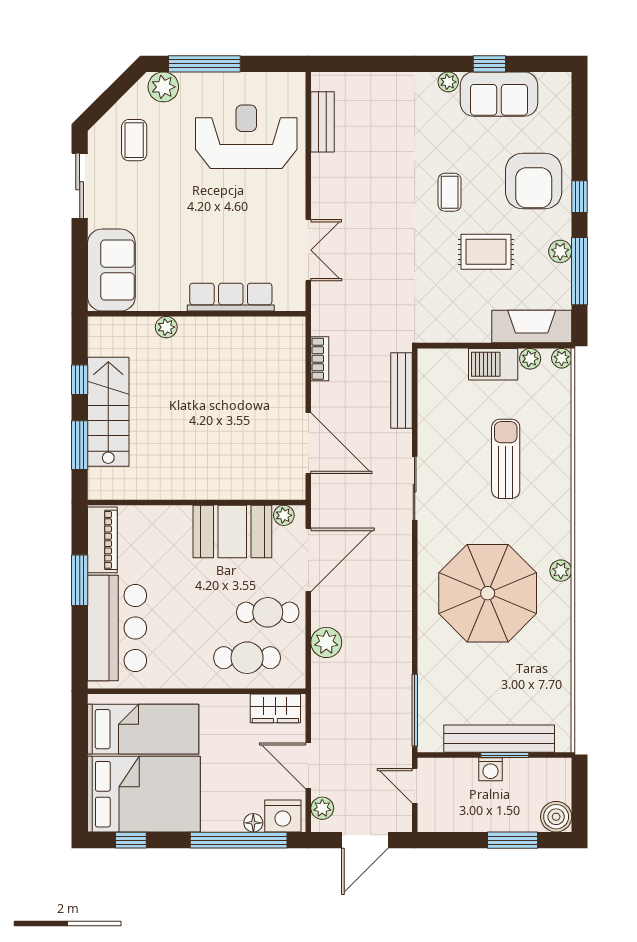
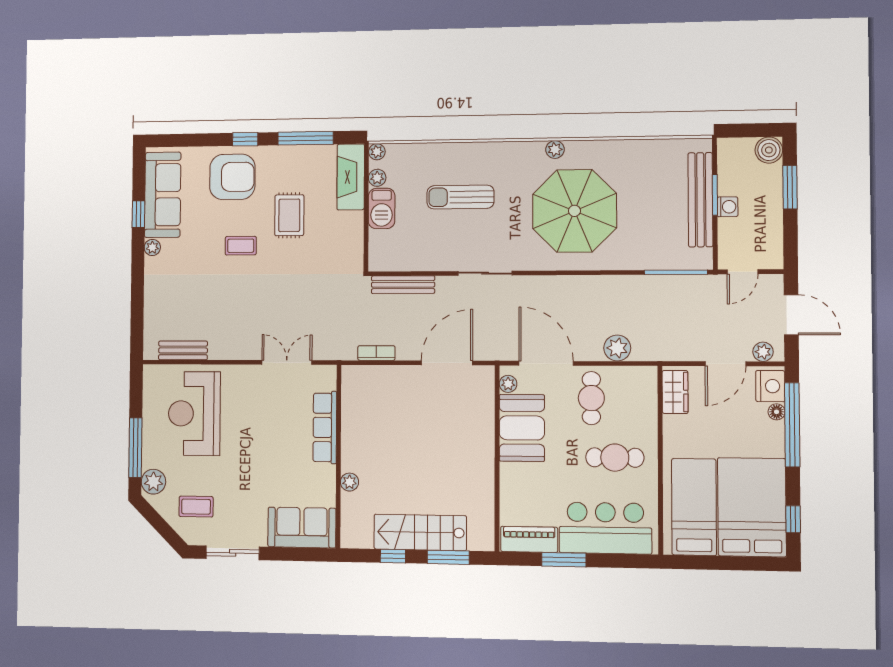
sofa: (499, 94) -> (163, 195), width x1.36
plant: (560, 251) -> (289, 154), removed
cafe table: (247, 658) -> (615, 458), moved, turned 90

